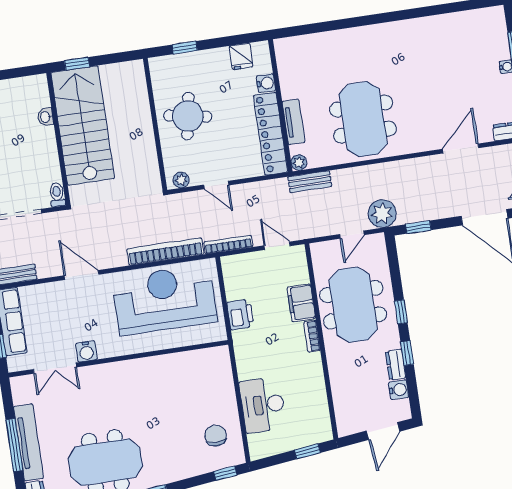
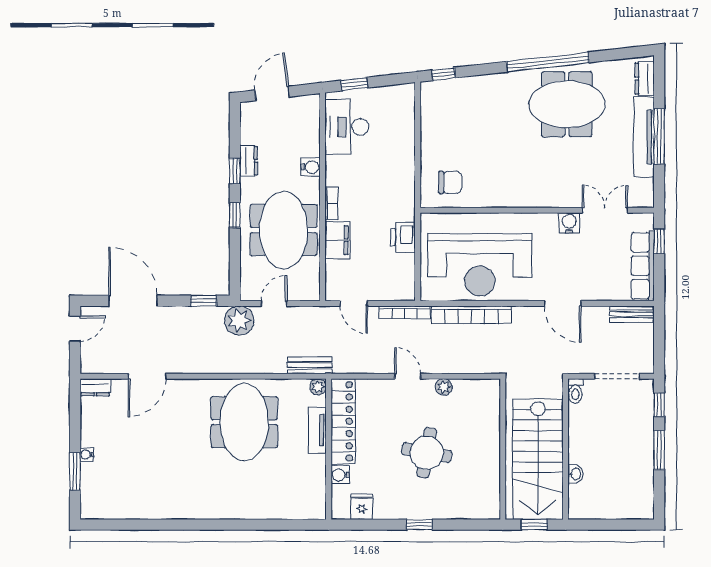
wall: (155, 124) -> (503, 449), moved
water cooler: (399, 390) -> (311, 167), moved, turned 180
desk: (263, 405) -> (347, 127), moved, turned 180
chair: (216, 436) -> (450, 182), moved, turned -90

